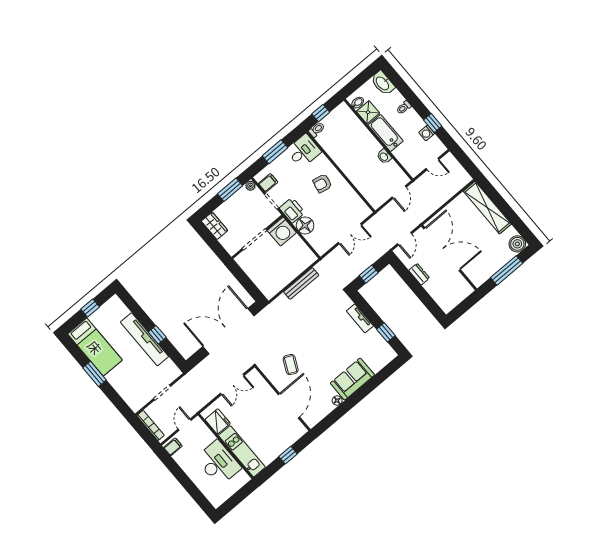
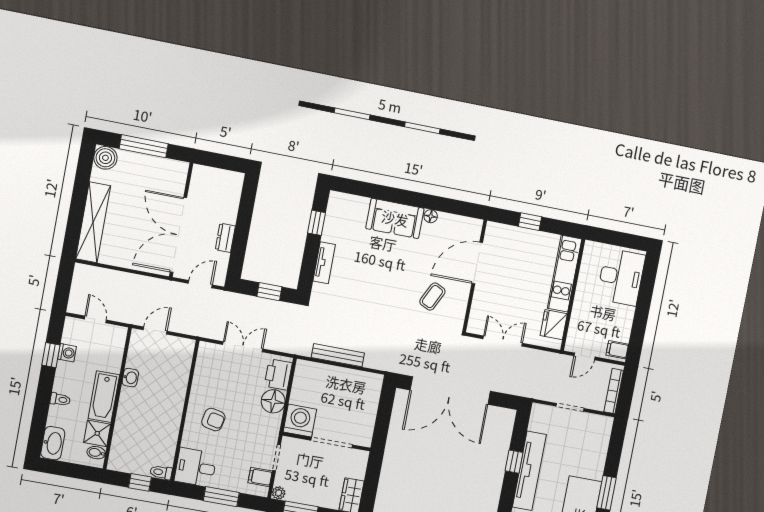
printer: (292, 210) -> (278, 374), moved
desk: (218, 463) -> (621, 277), moved, turned 180

